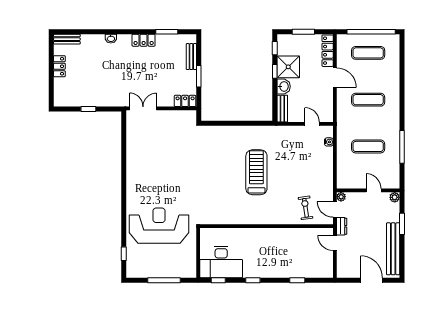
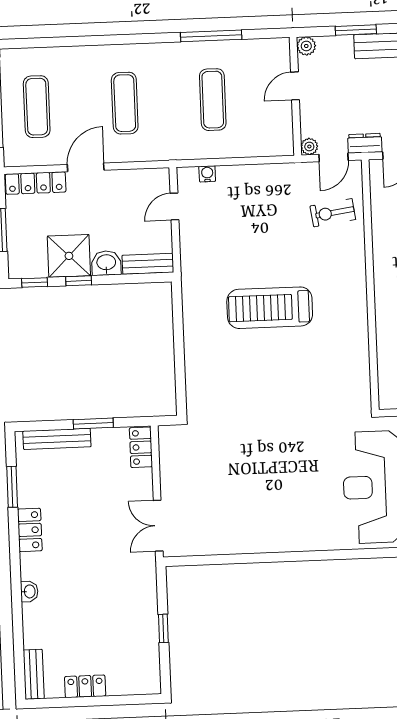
bench: (191, 57) -> (57, 439), width x1.36

